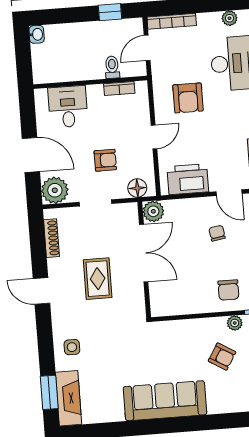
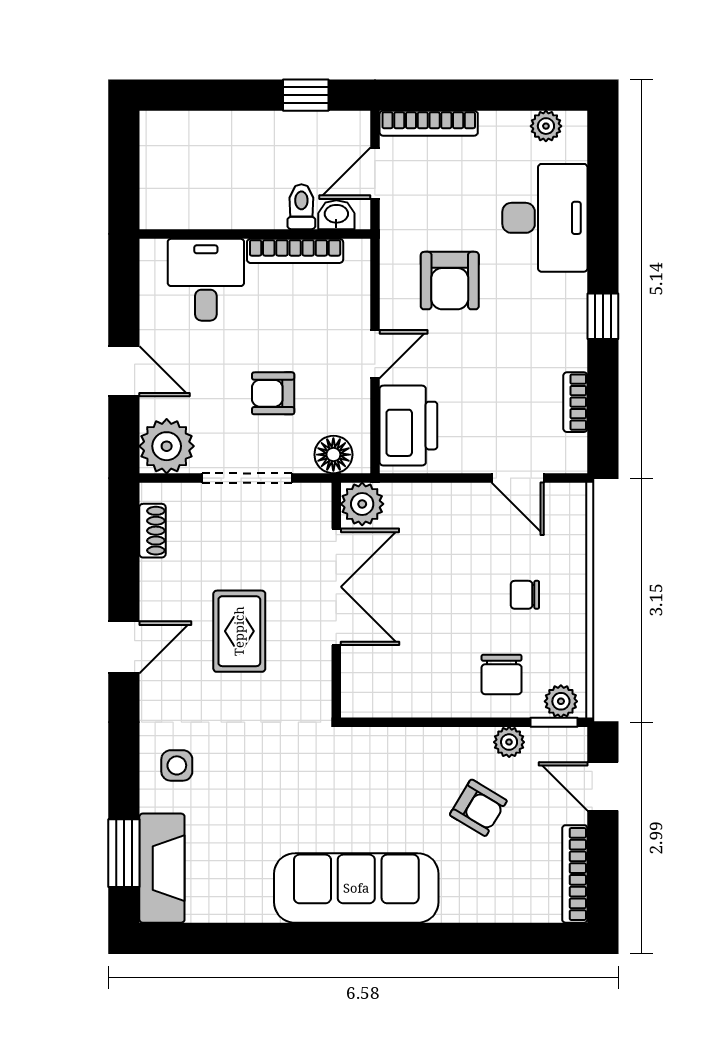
washbasin: (37, 34) -> (336, 215), moved, turned -90
bookcase: (119, 89) -> (295, 251), width x1.56
door: (31, 155) -> (124, 371), width x0.73
armchair: (105, 160) -> (273, 393), turned 180
printer: (188, 179) -> (408, 426), moved, turned 90
doorway: (96, 203) -> (247, 478), width x1.38
chair: (217, 233) -> (525, 595), moved, turned -81
shoe rack: (51, 238) -> (152, 531), width x0.70
door: (41, 291) -> (124, 647), swing flipped

